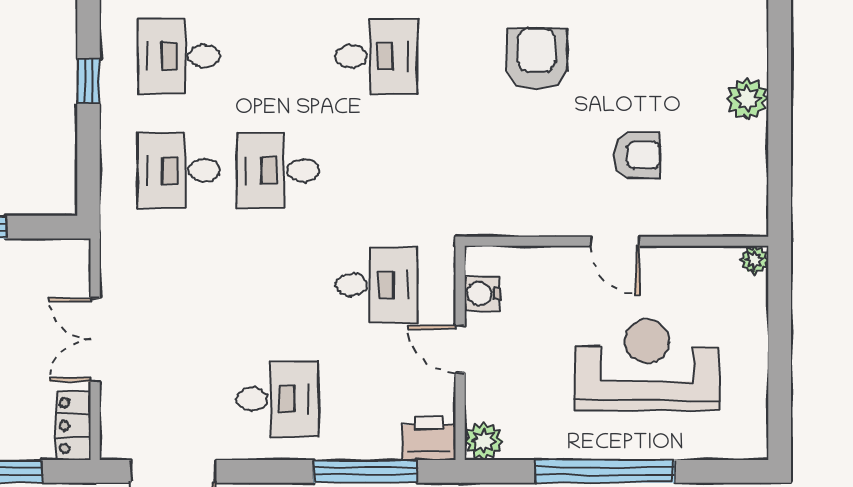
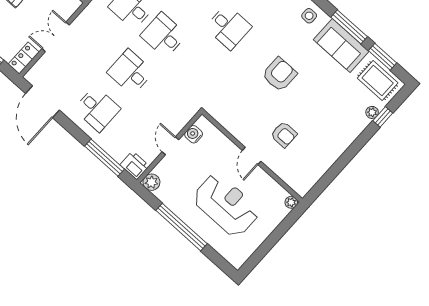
plant: (748, 99) -> (336, 148), removed
desk: (376, 285) -> (130, 72), moved, turned 180

